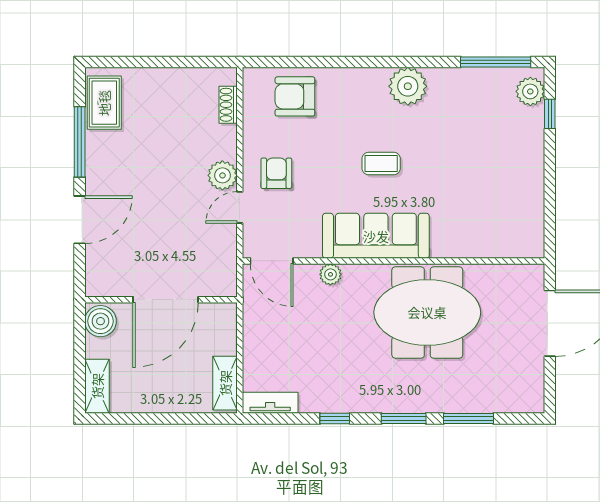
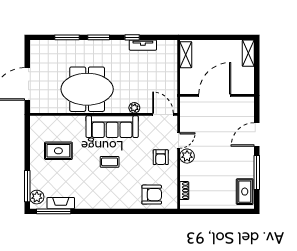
fireplace: (481, 79) -> (61, 203), added
plant: (408, 86) -> (97, 200), removed
window: (550, 114) -> (27, 186), width x2.17
rug: (486, 186) -> (58, 151), added
boiler: (100, 321) -> (247, 85), removed
tv unit: (270, 403) -> (143, 45), moved

